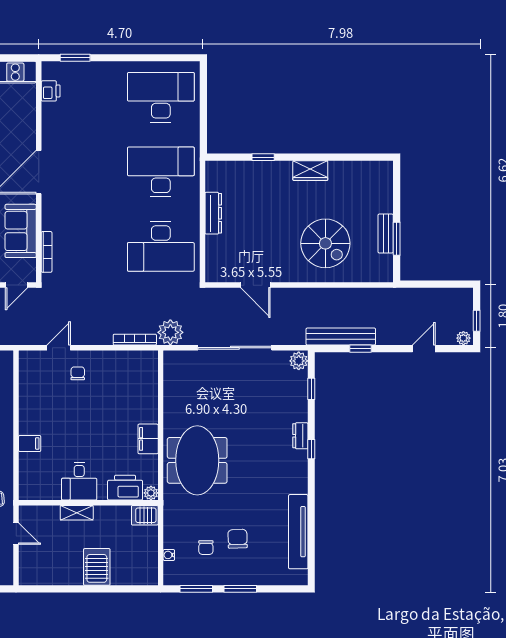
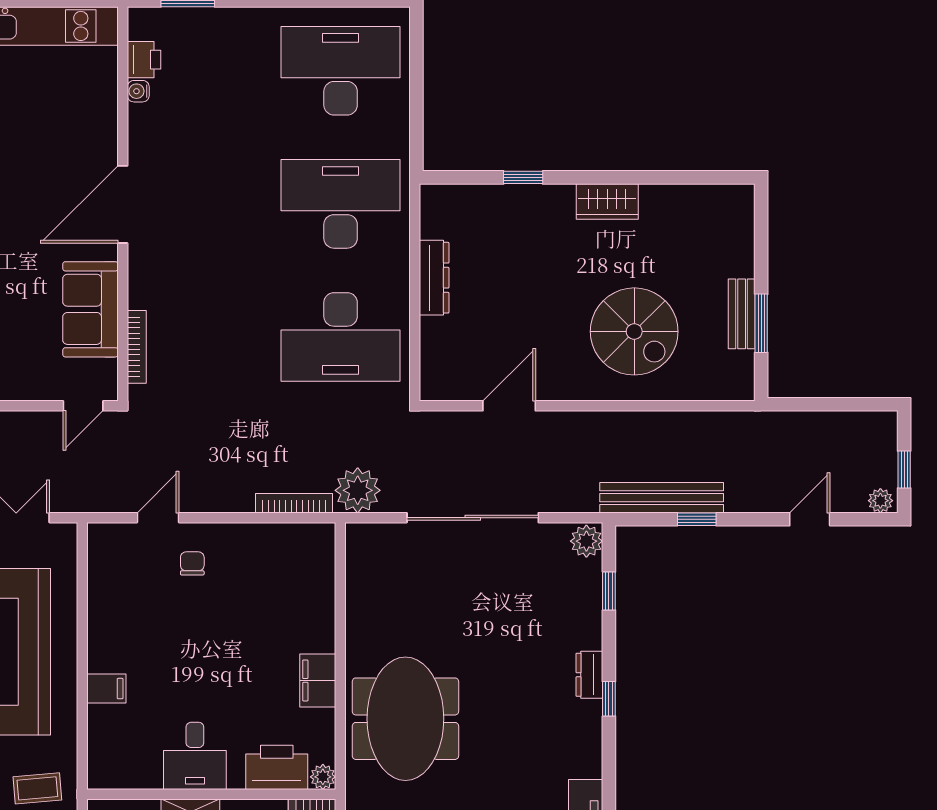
water cooler: (47, 109) -> (138, 91), added
door: (255, 285) -> (509, 406), swing flipped

